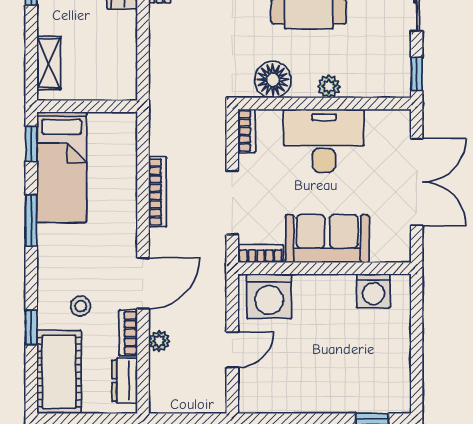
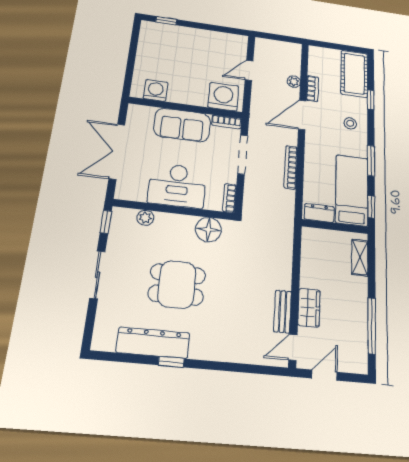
plant: (329, 86) -> (145, 218), moved
stool: (81, 306) -> (350, 123), moved
dresser: (125, 381) -> (319, 213), moved, turned -90

